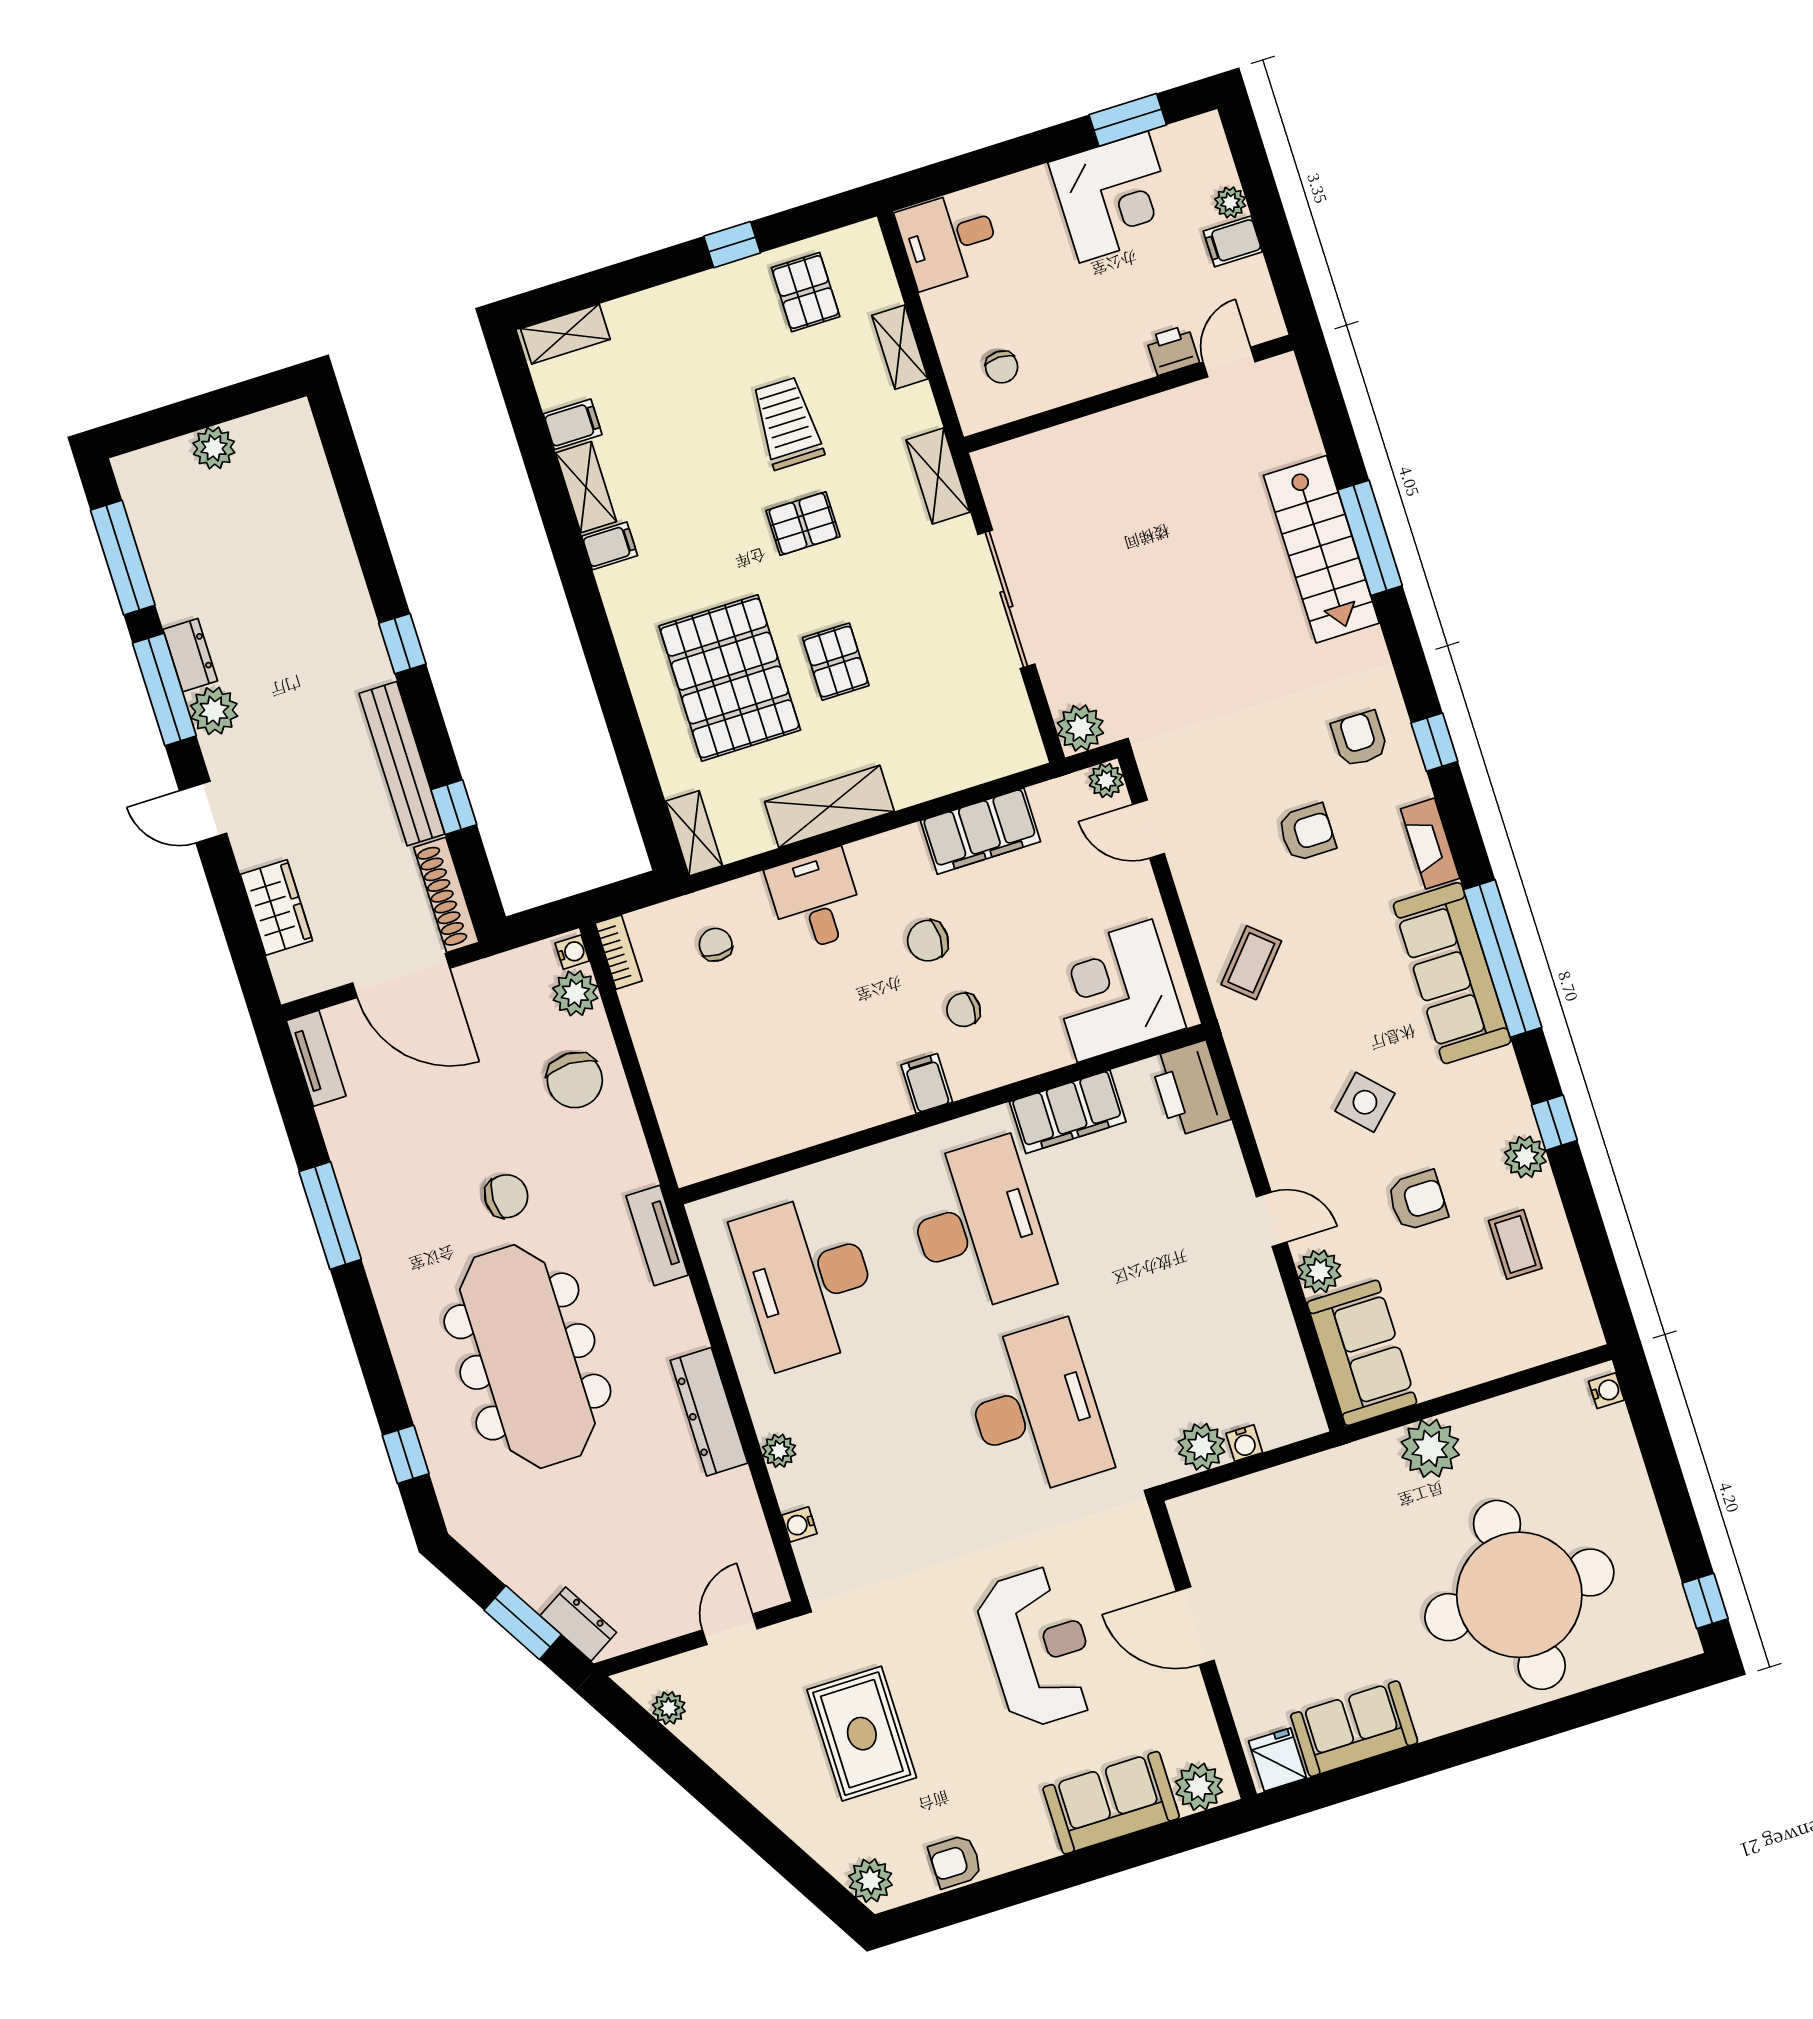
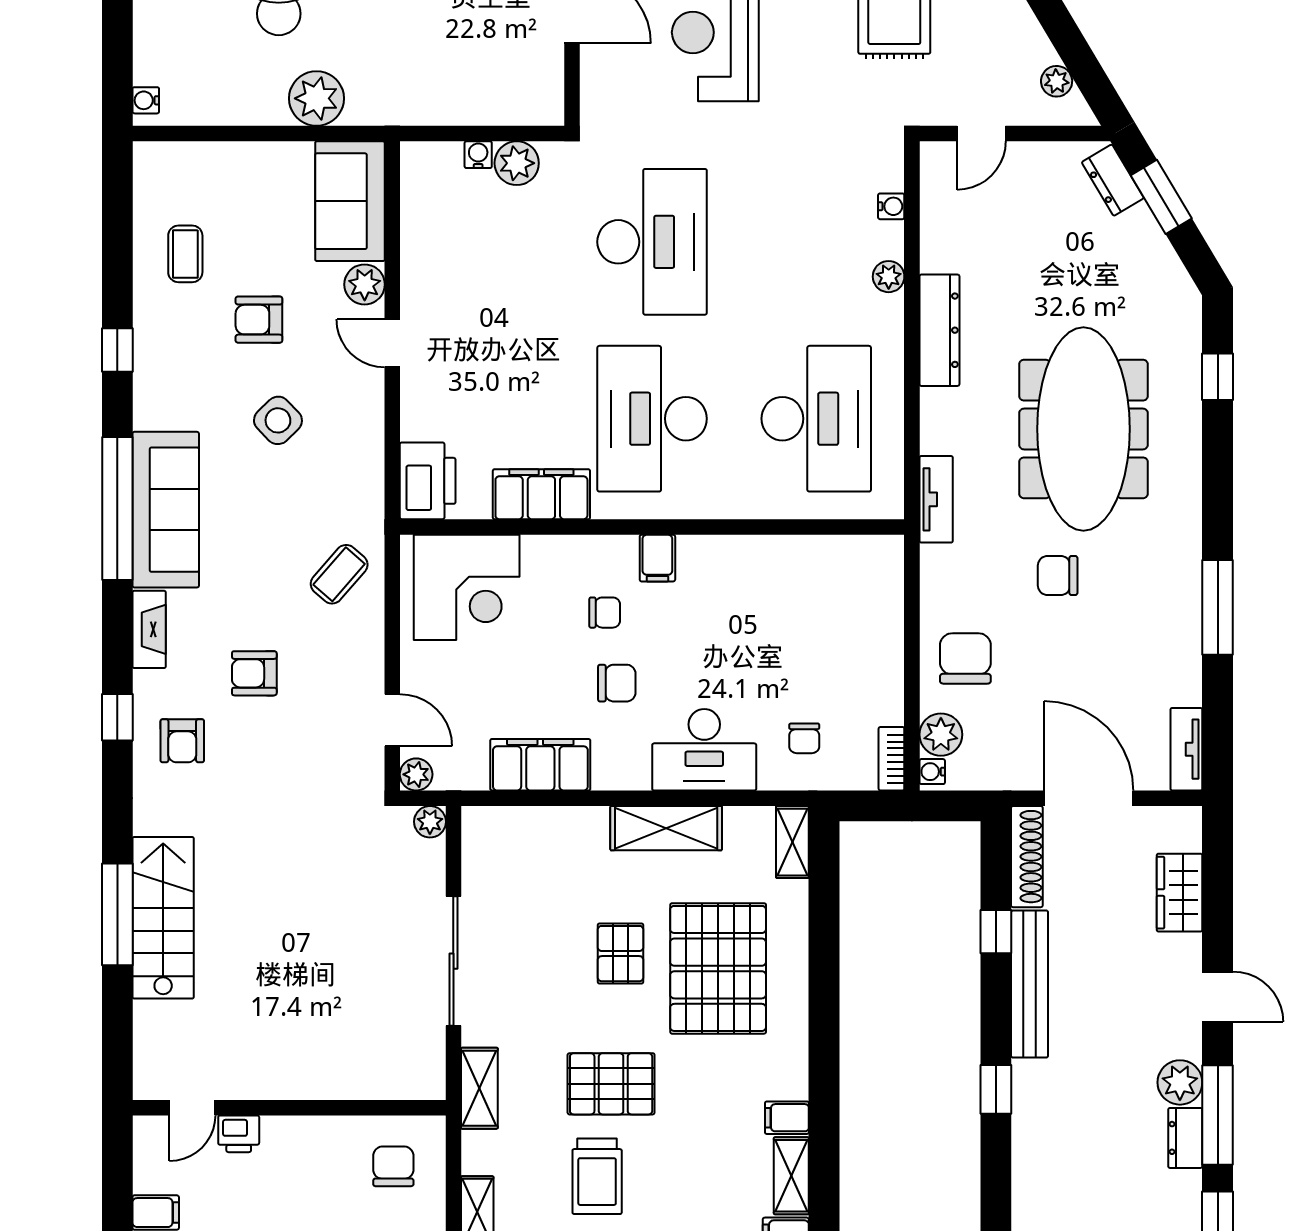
chair: (1002, 367) -> (393, 1166), width x1.37, depth x1.37
pallet: (803, 524) -> (611, 1084), width x1.50, depth x1.42
plant: (1080, 728) -> (430, 822), width x0.73, depth x0.73
desk: (816, 900) -> (704, 750), width x1.37
plant: (1525, 1157) -> (152, 328), removed
desk: (1036, 1409) -> (652, 242), turned 180

